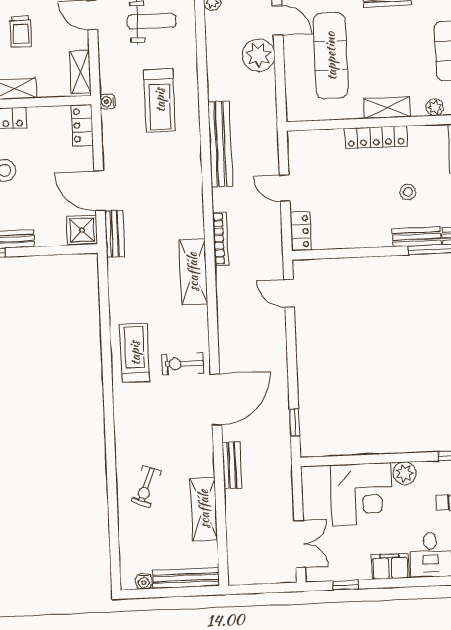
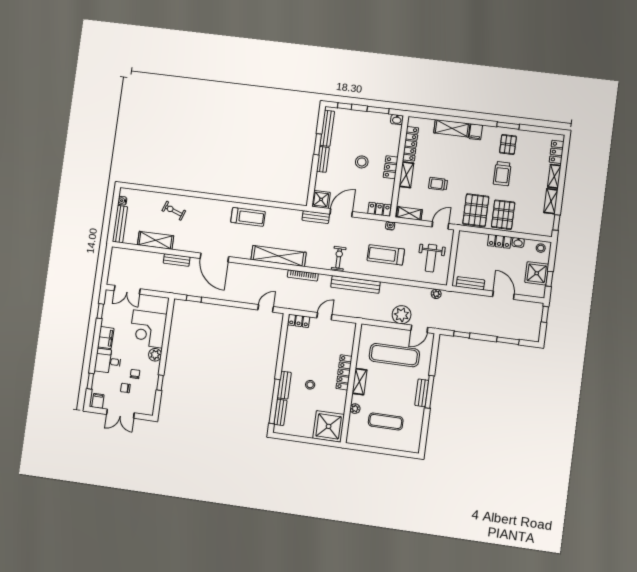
shelving: (193, 272) -> (279, 256), width x1.47
exercise bike: (183, 364) -> (339, 258), moved

